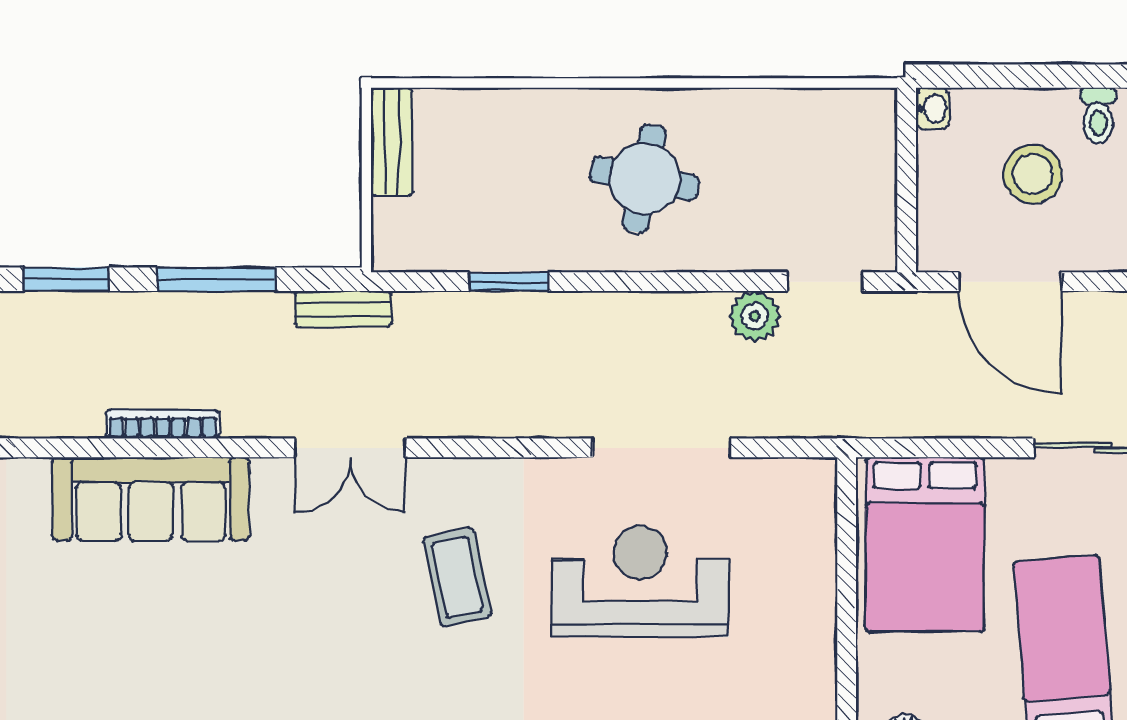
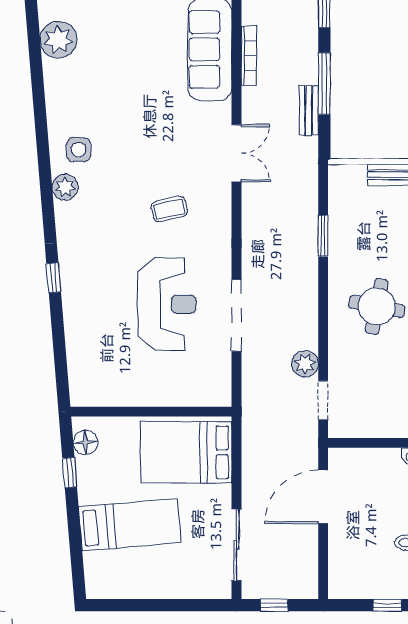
stool: (1033, 174) -> (379, 509), removed
bench: (343, 309) -> (309, 110), moved
double door: (350, 448) -> (237, 153), swing flipped
coffee table: (457, 577) -> (169, 209), width x0.73, depth x0.77

